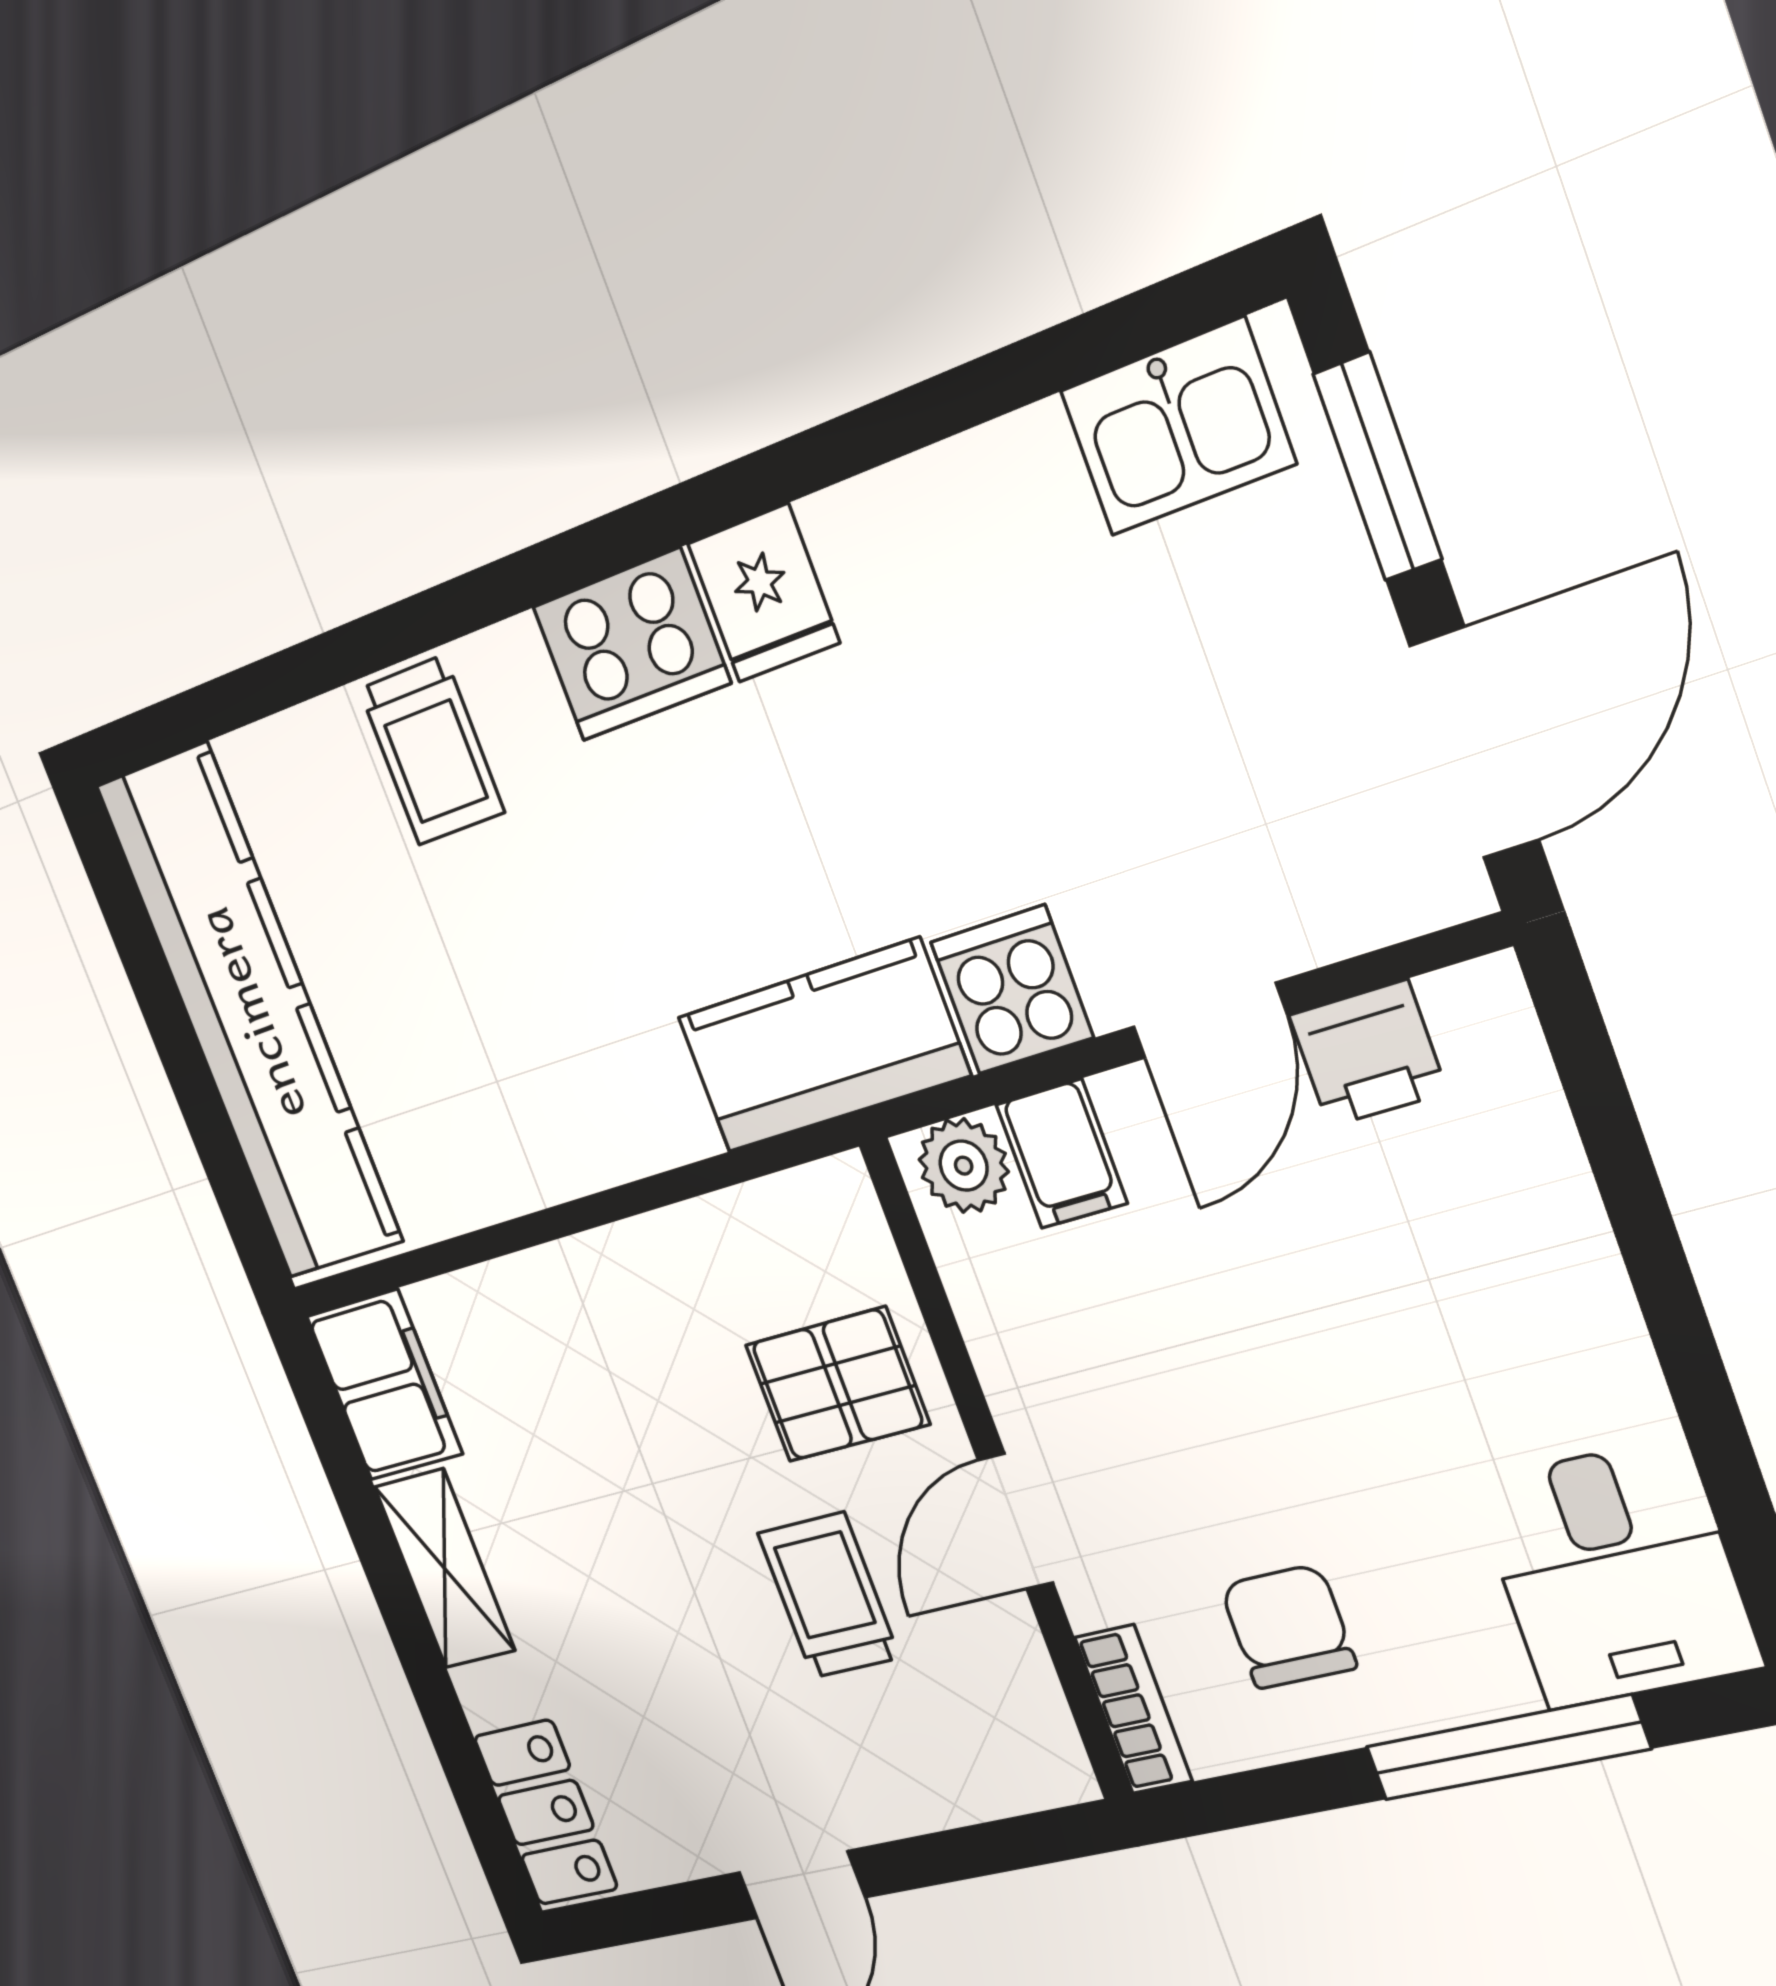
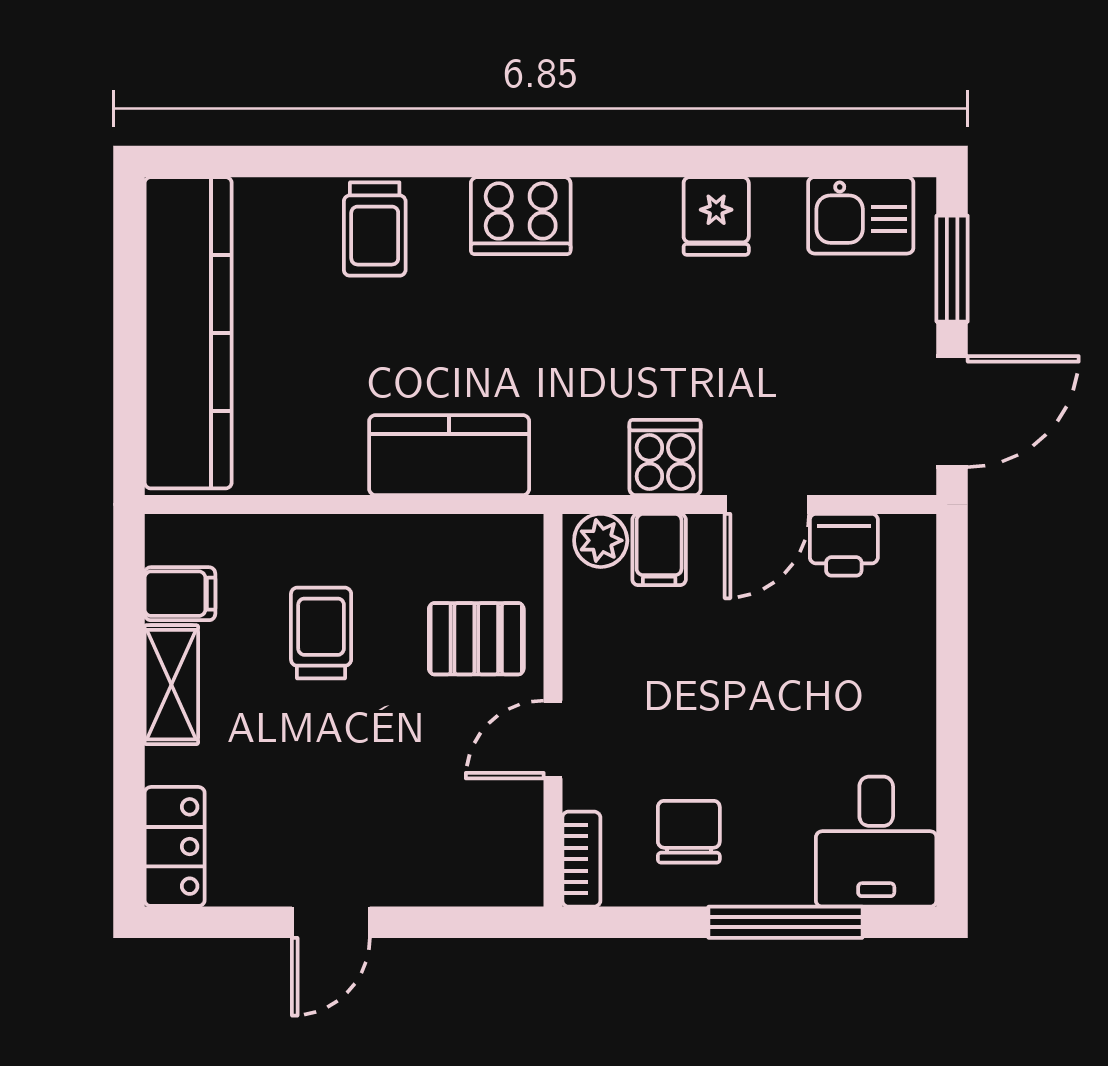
fridge: (764, 593) -> (716, 216), moved
kitchen counter: (823, 1046) -> (449, 455), moved
filing cabinet: (384, 1385) -> (180, 594), width x0.50
trolley: (829, 1595) -> (321, 633), moved

